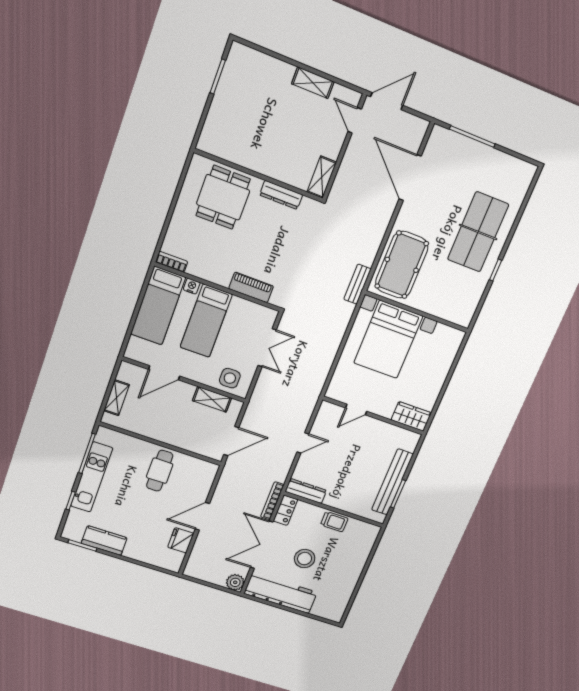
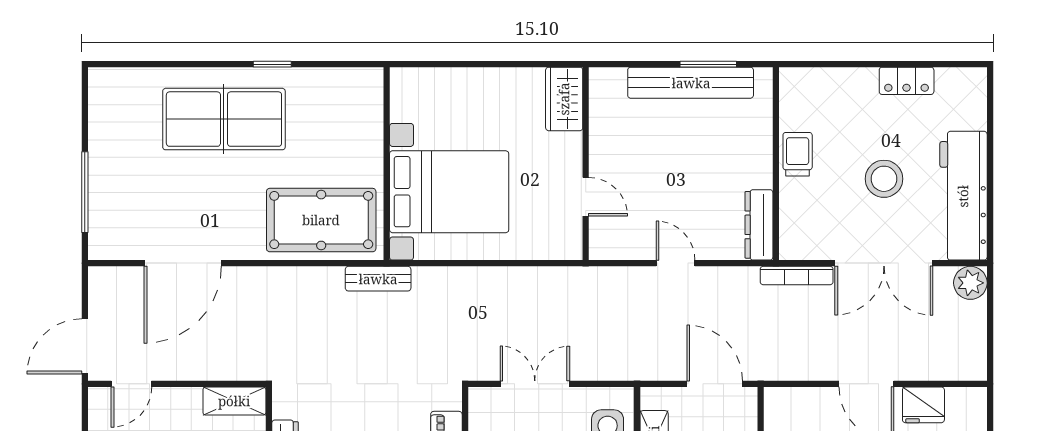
door: (387, 101) -> (85, 346), hinge flipped
locker: (285, 510) -> (907, 81), moved, turned 180

